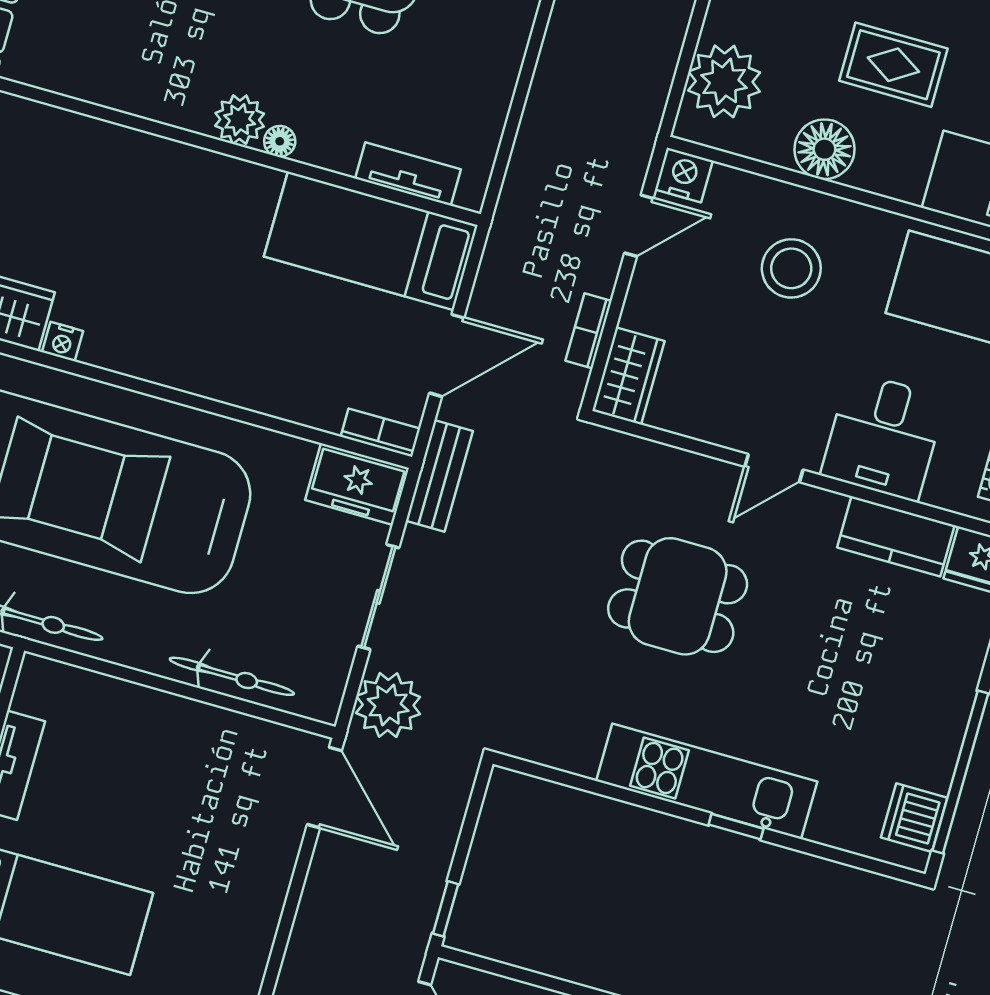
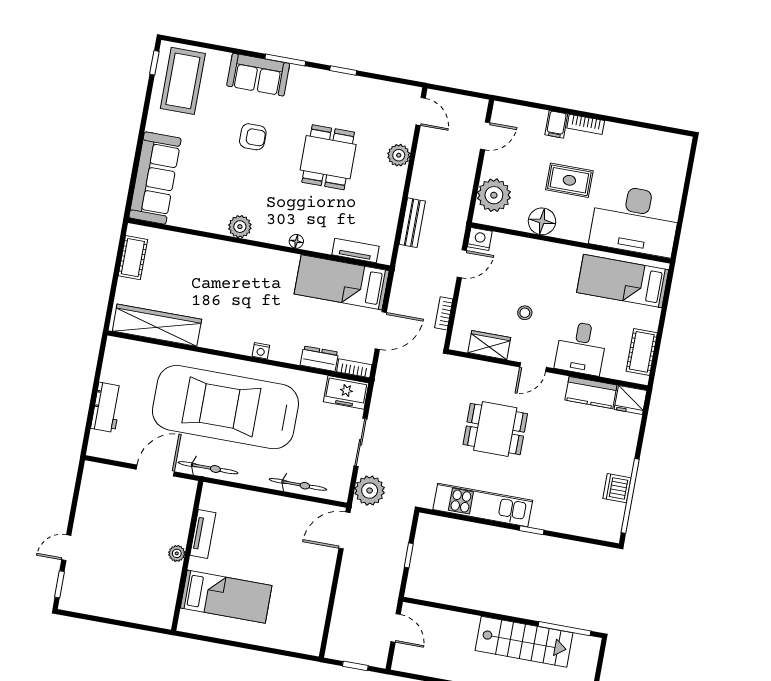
plant: (240, 120) -> (240, 227), moved
stool: (791, 268) -> (525, 313), moved, width x0.53, depth x0.53
nightstand: (62, 342) -> (261, 351), moved
wardrobe: (628, 376) -> (489, 345), moved, turned -90
dresser: (305, 404) -> (319, 359), added
bench: (439, 476) -> (412, 223), moved
kitchen unit: (707, 781) -> (483, 505), moved
door: (324, 787) -> (345, 530), swing flipped
dishwasher: (914, 818) -> (617, 488), moved
window: (446, 909) -> (409, 555), moved

